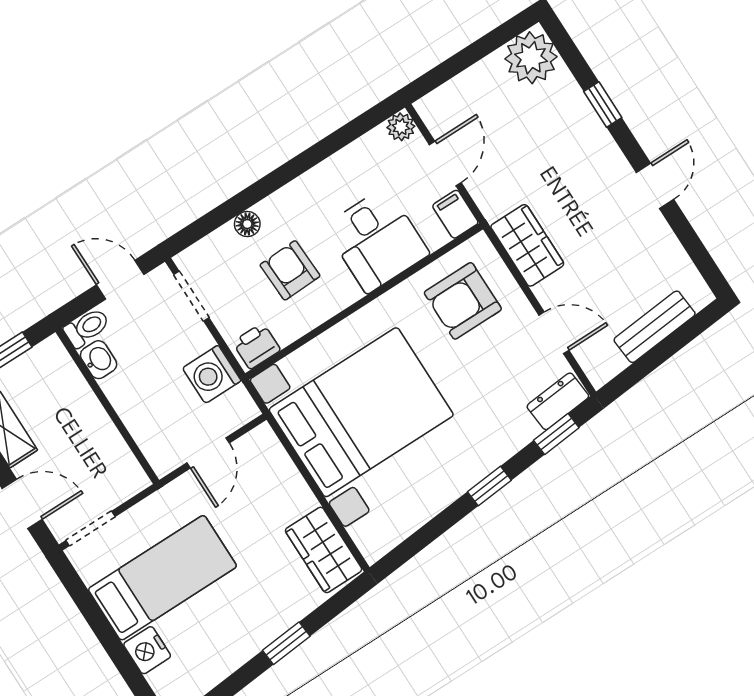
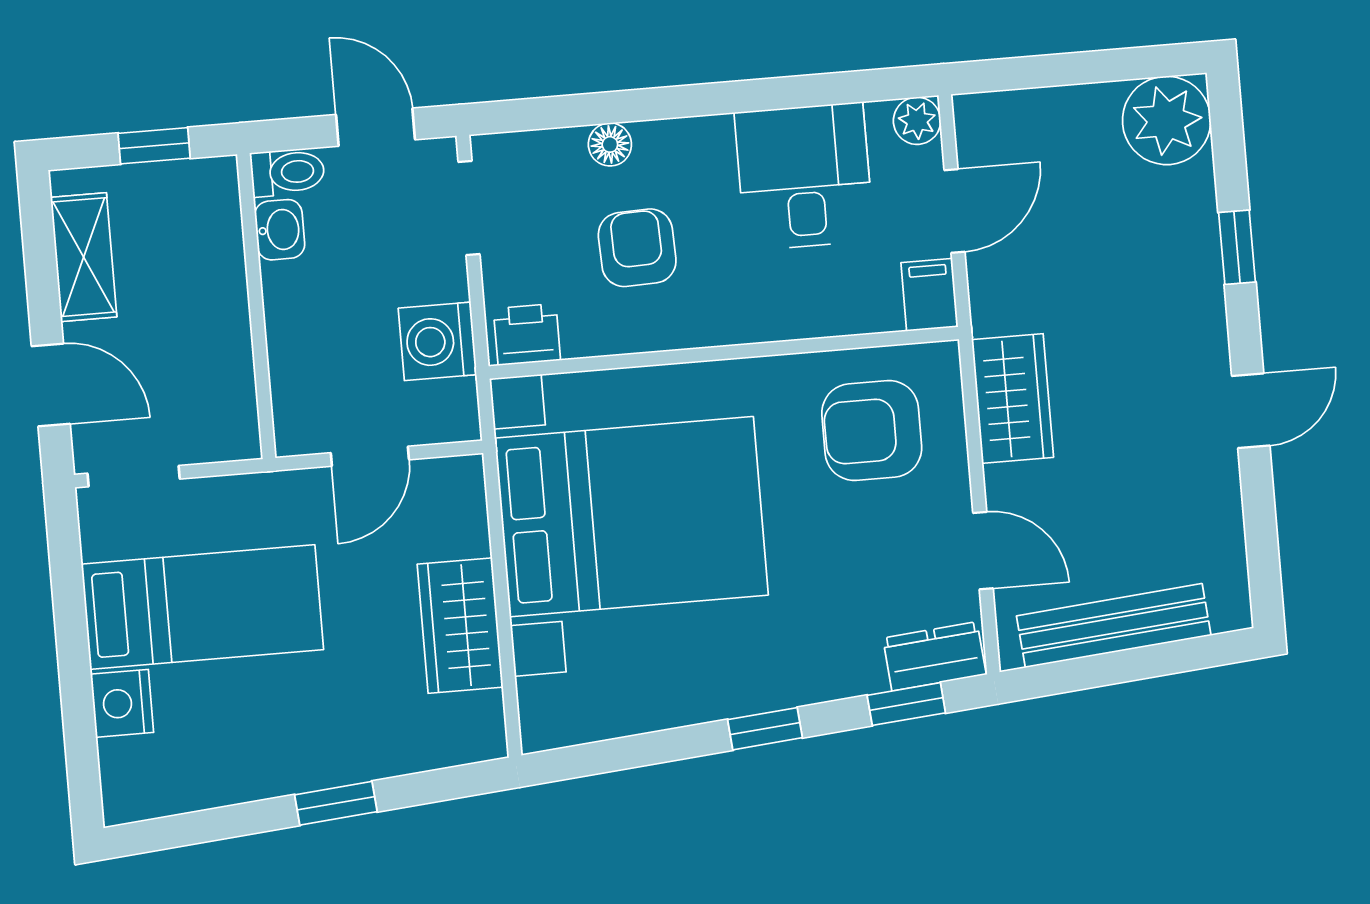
desk: (377, 240) -> (804, 176), moved, turned 180
bench: (655, 327) -> (1114, 626), width x1.36
wardrobe: (324, 550) -> (460, 626), moved

